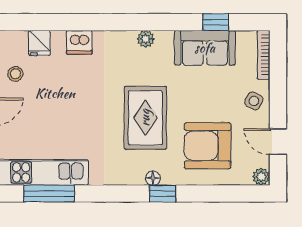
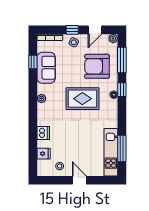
window: (278, 98) -> (72, 30), added
armchair: (208, 146) -> (97, 66), turned 90
window: (220, 194) -> (122, 60), added

